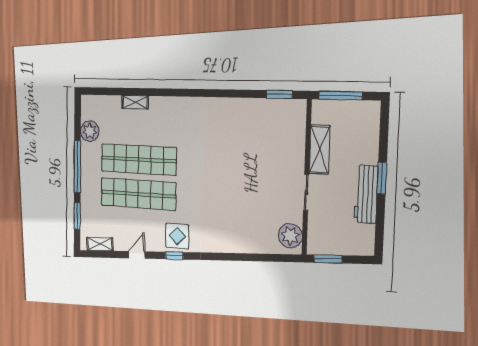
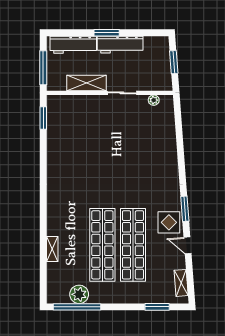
workbench: (368, 135) -> (73, 45), added
window: (77, 167) -> (77, 307), moved
display table: (177, 236) -> (169, 222), moved
plant: (290, 236) -> (154, 100), width x0.53, depth x0.53
window: (174, 256) -> (185, 209), width x1.50
window: (328, 259) -> (174, 62), moved

